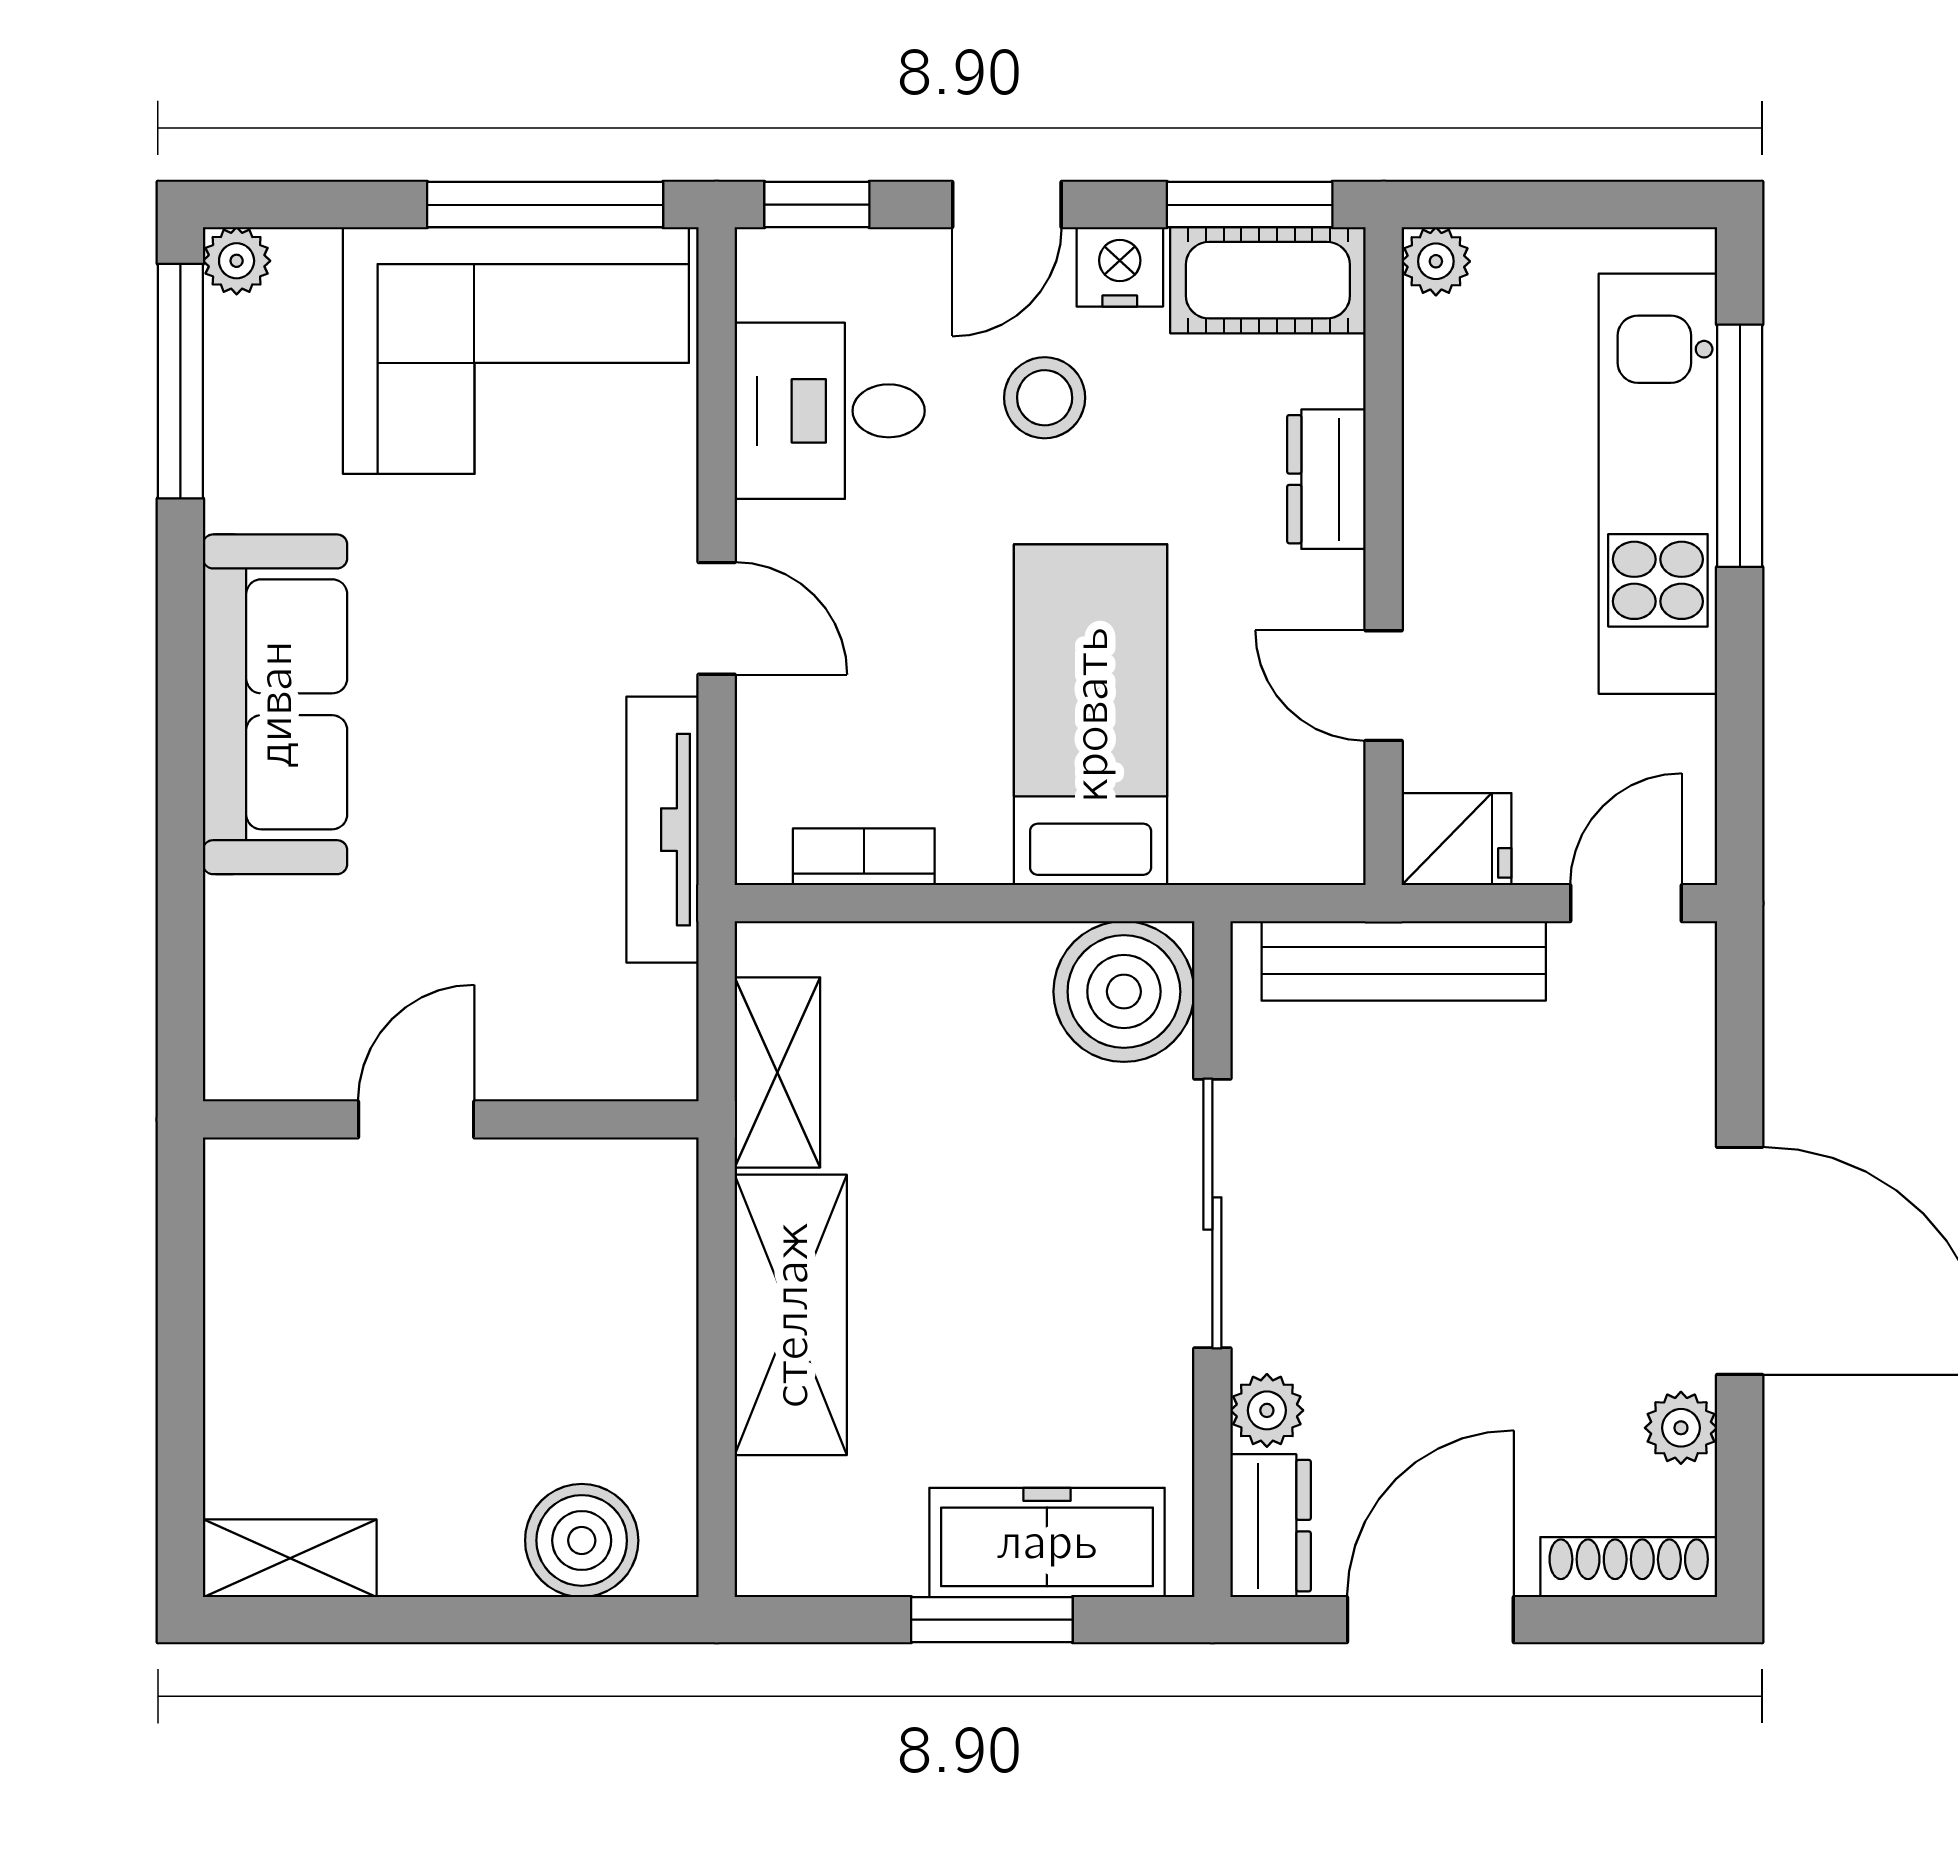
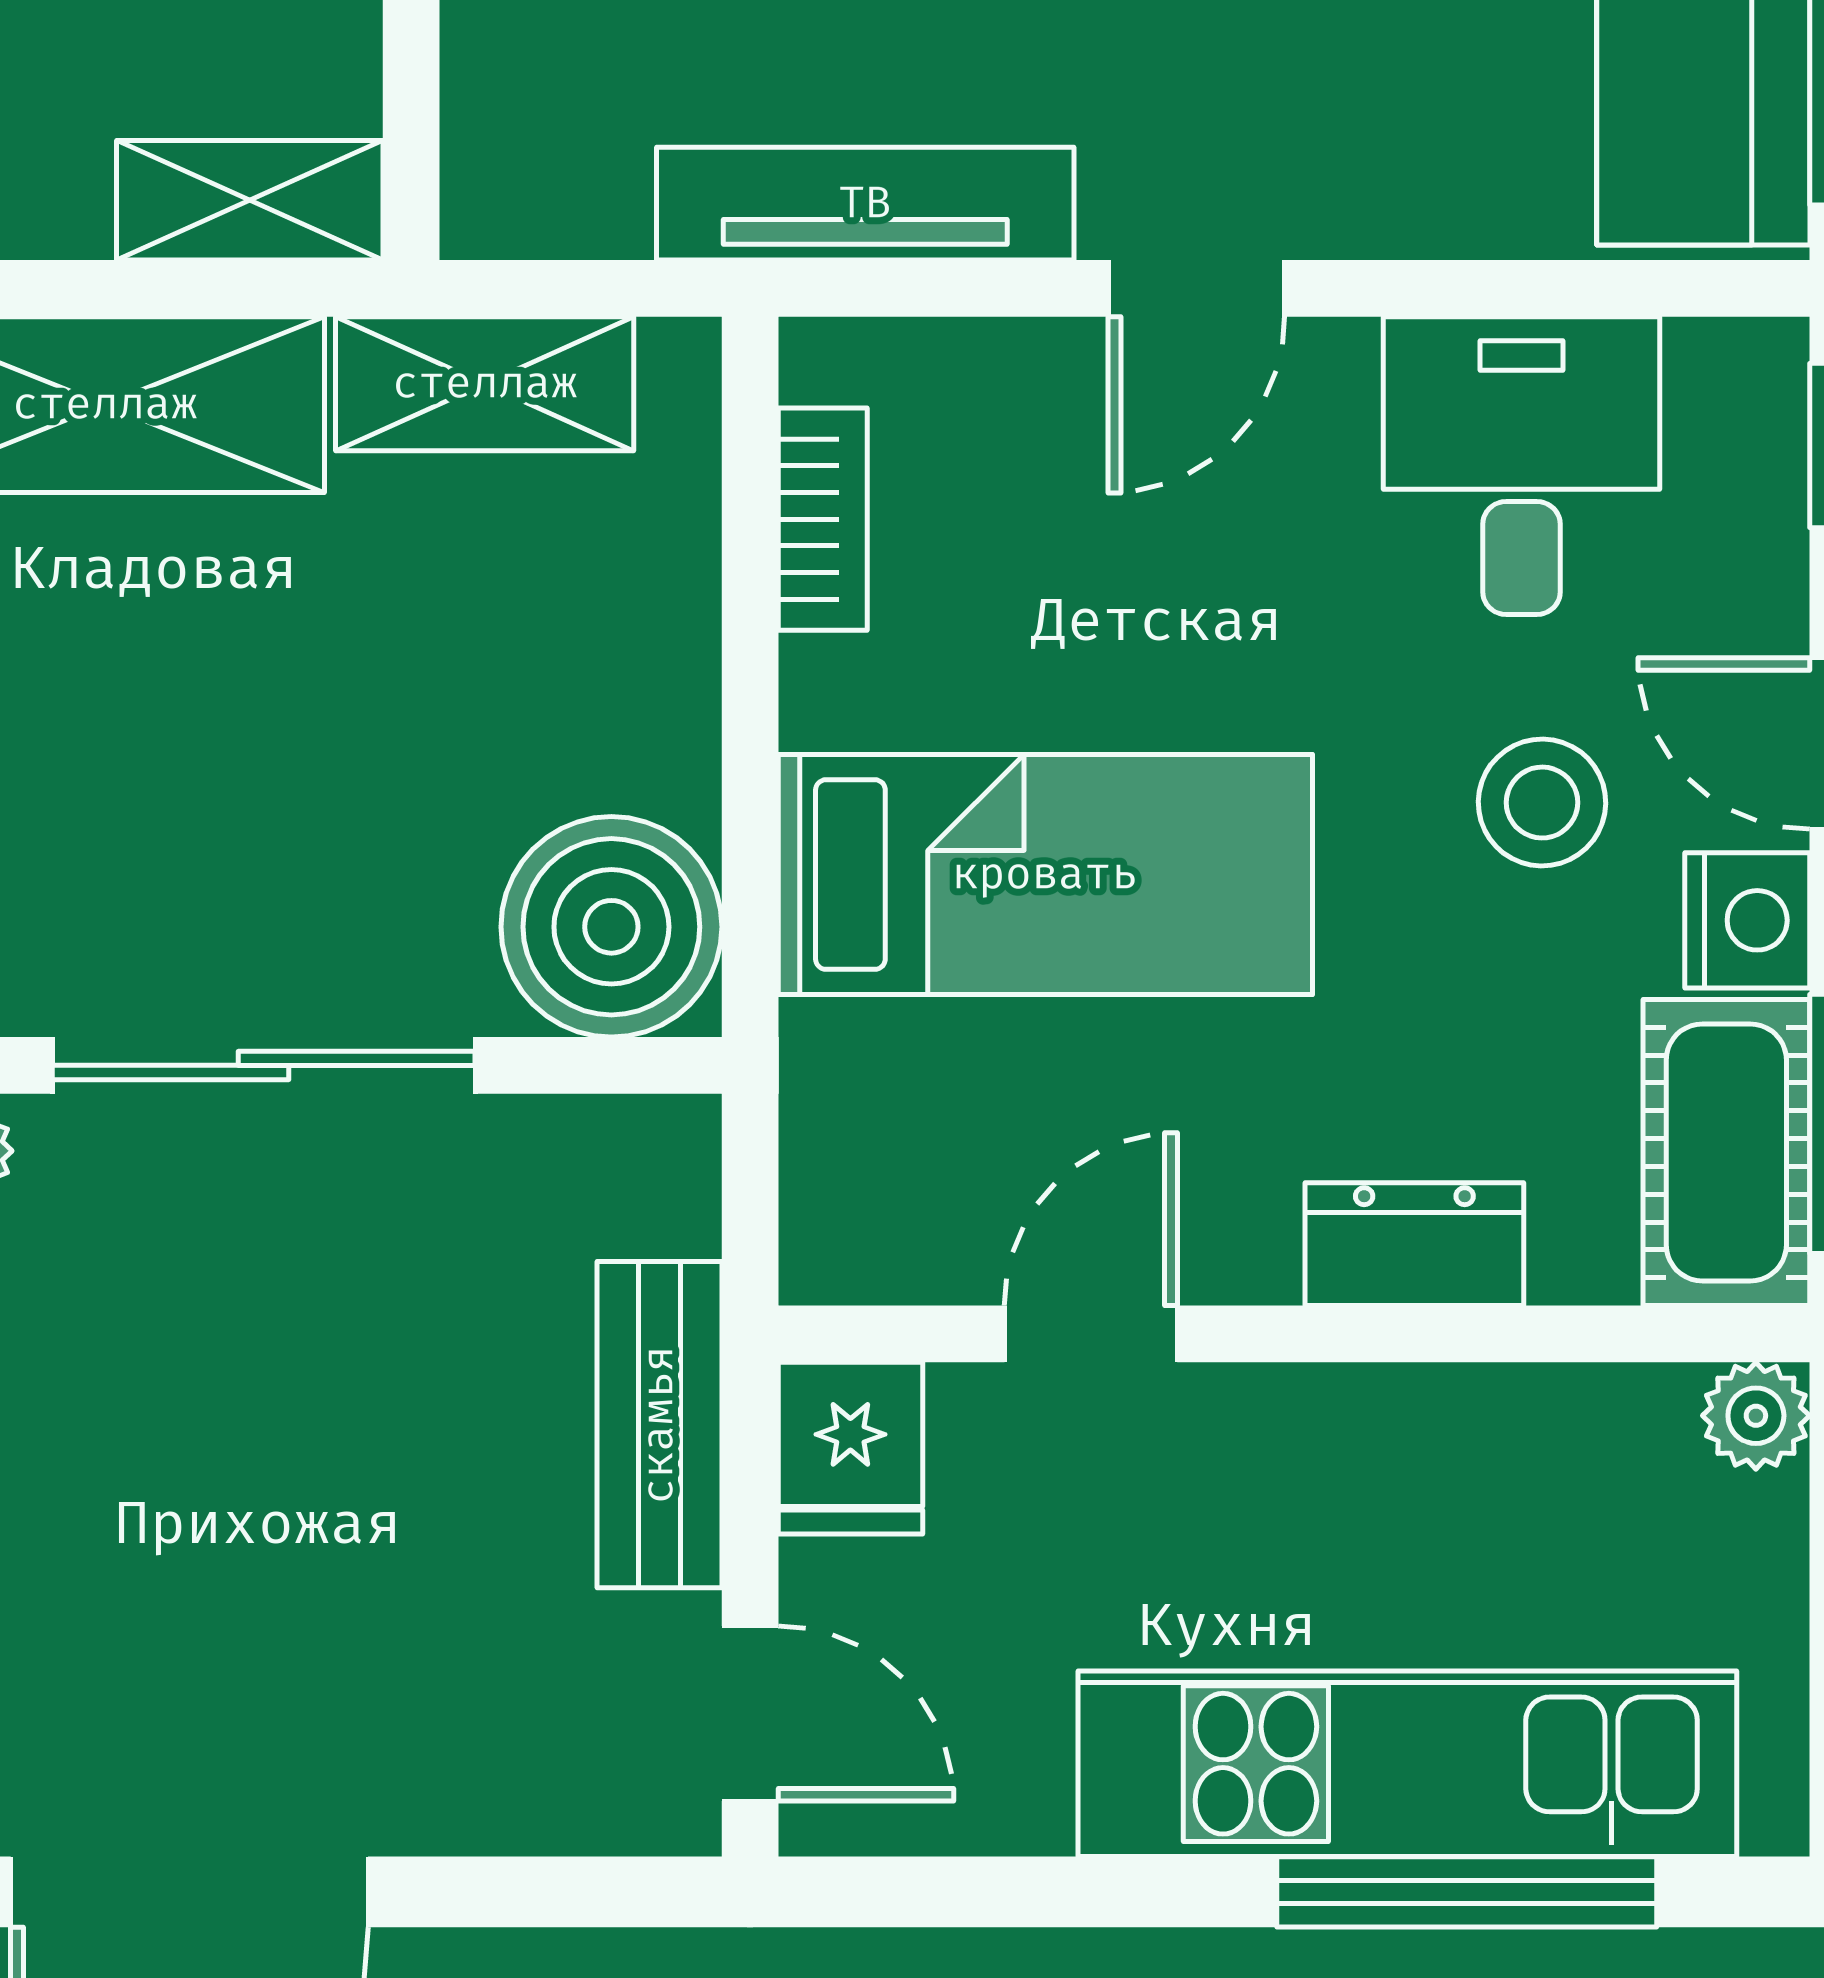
bench: (1404, 961) -> (659, 1425), width x0.73
shelving: (660, 1222) -> (250, 200), added

